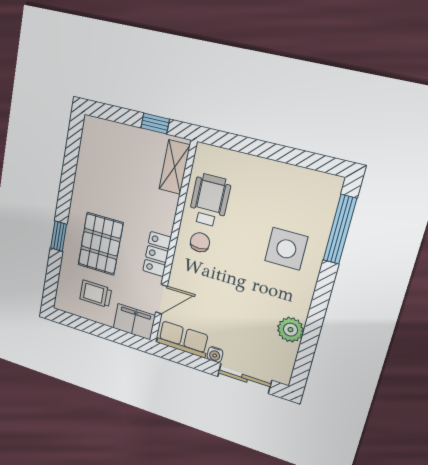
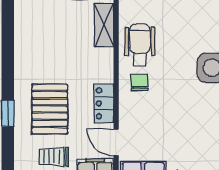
door: (161, 299) -> (116, 142), swing flipped

